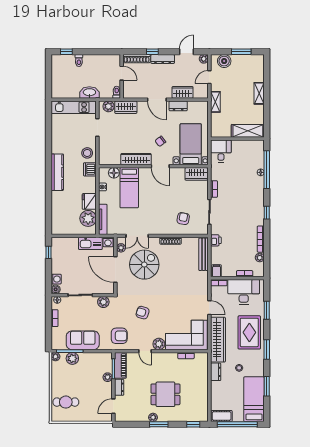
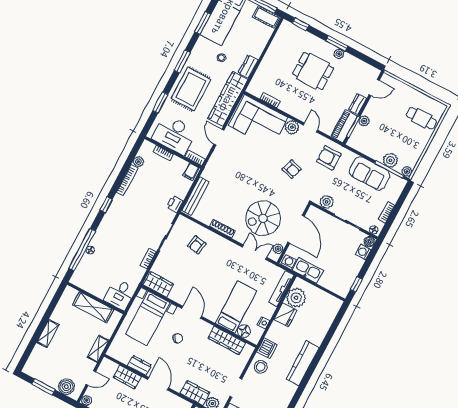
shelving: (248, 131) -> (93, 307), moved
wardrobe: (136, 159) -> (227, 340), moved

